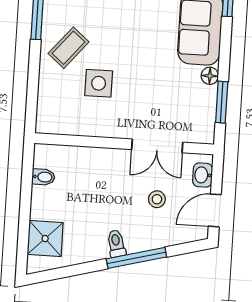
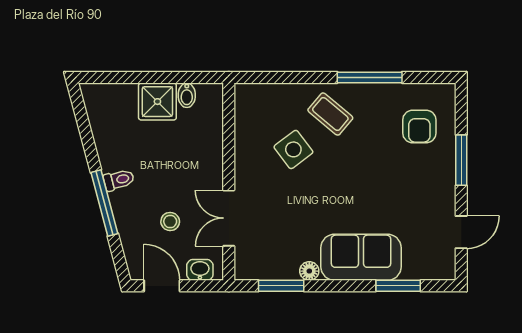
side table: (99, 83) -> (293, 149), turned -37
shower: (45, 239) -> (157, 102), moved

